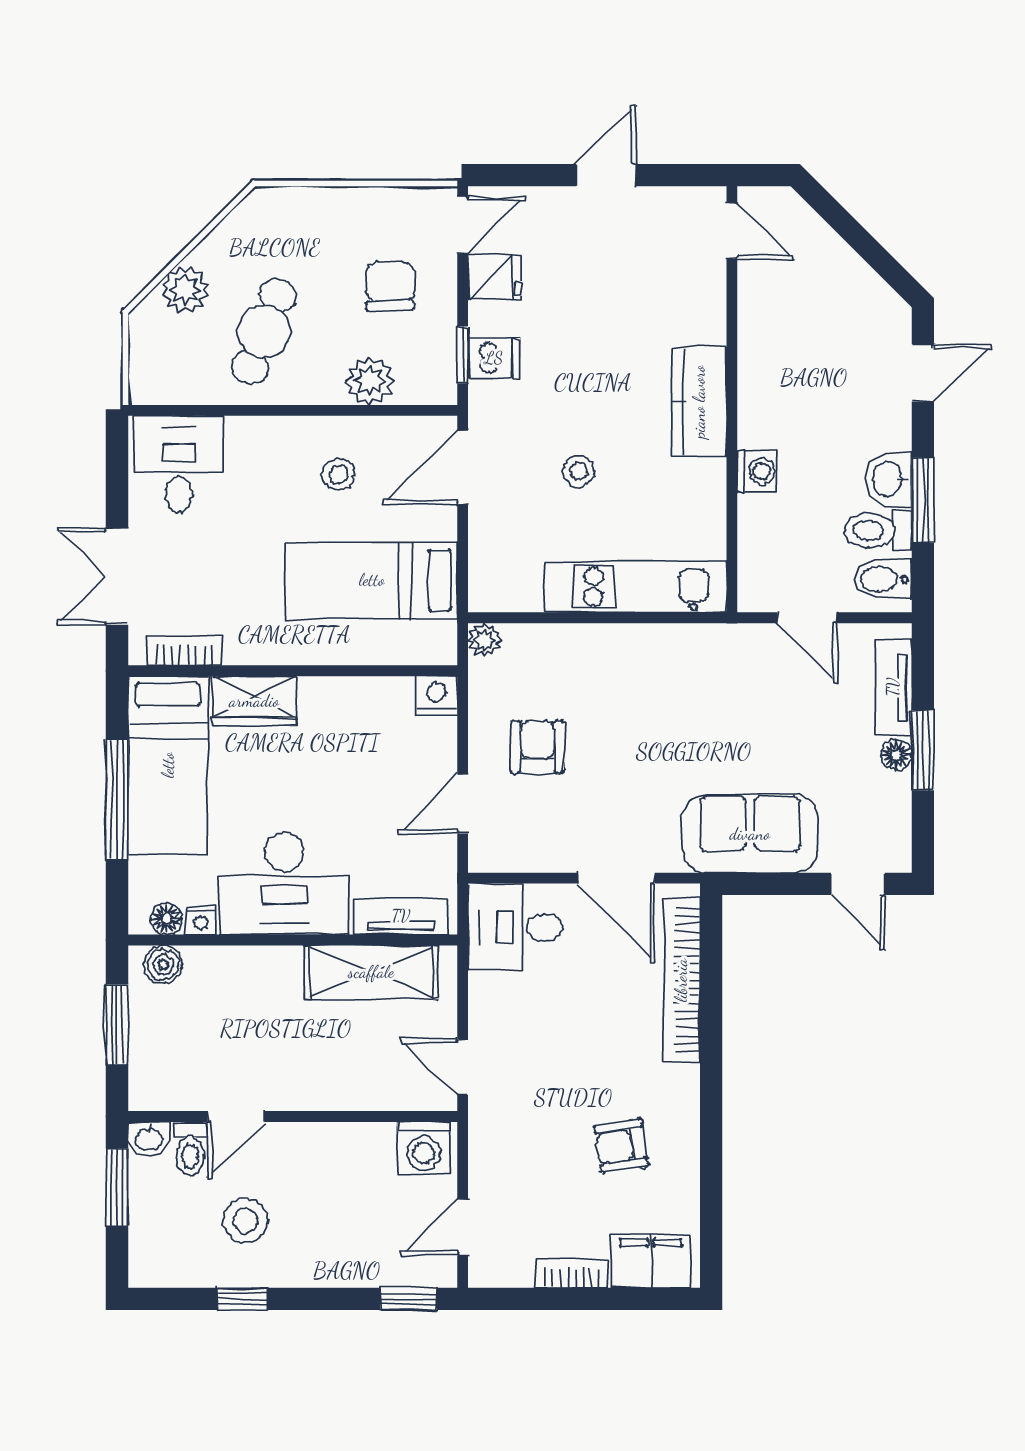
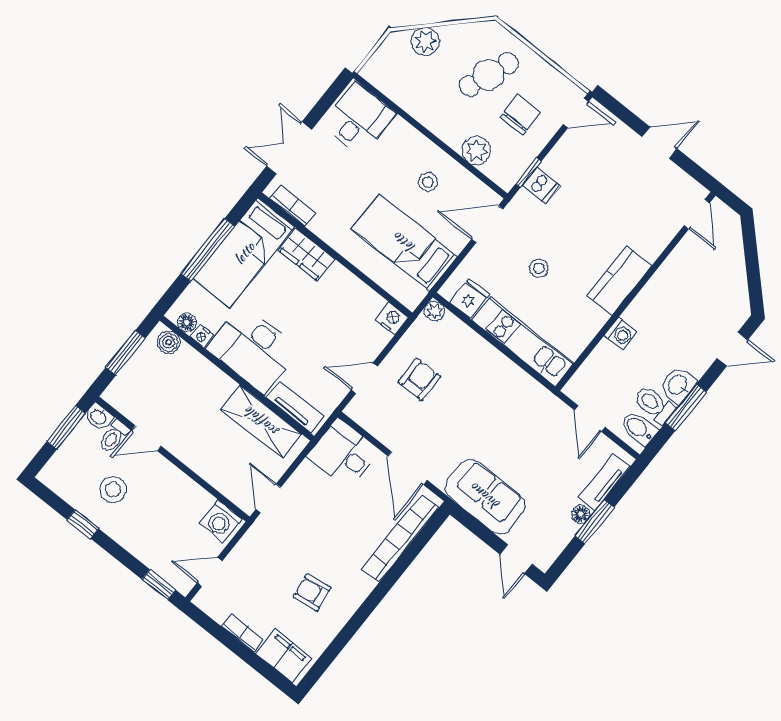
fridge: (495, 277) -> (469, 298), moved, turned -90
cafe table: (264, 331) -> (489, 75), moved

